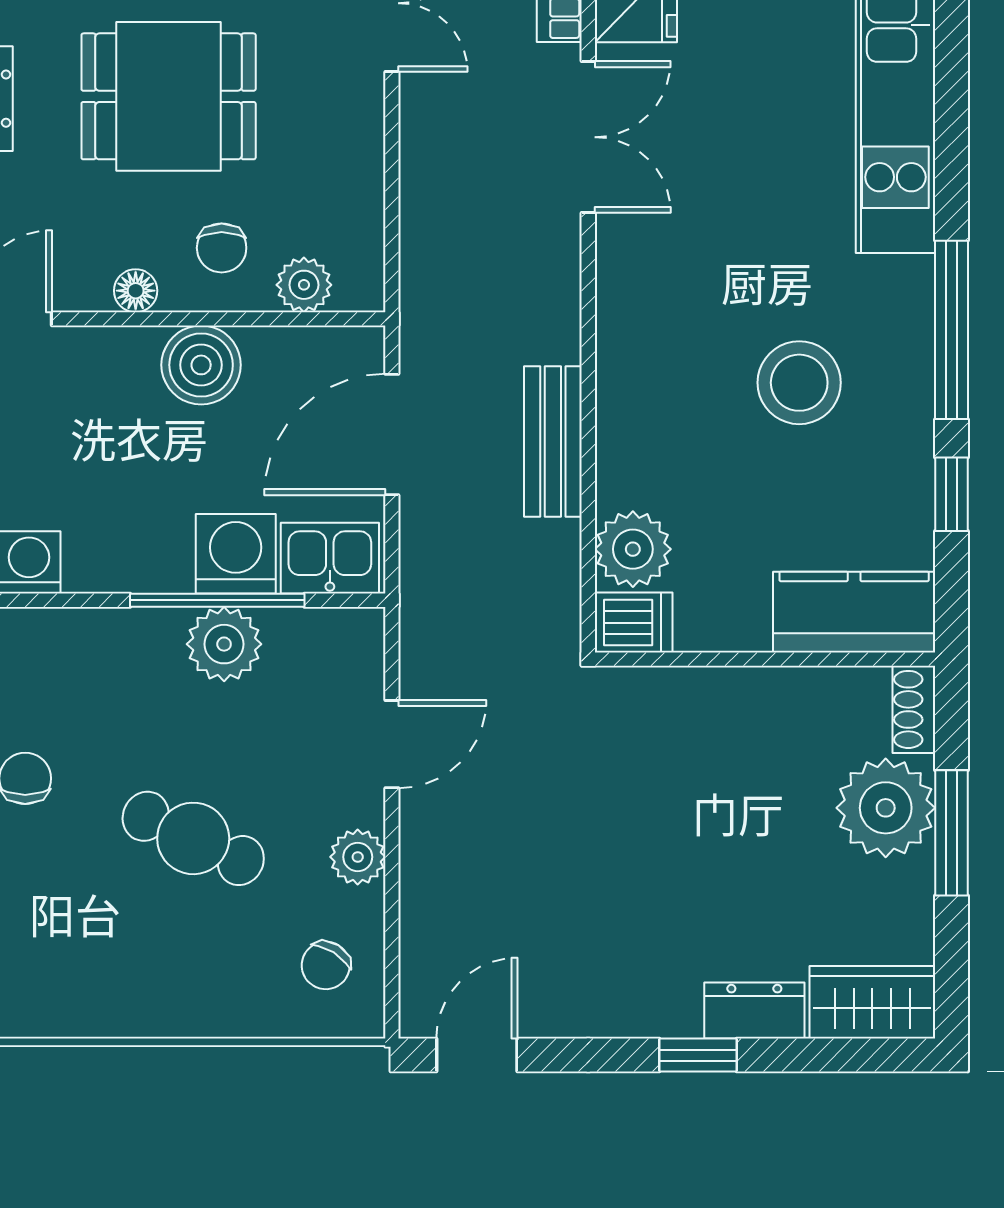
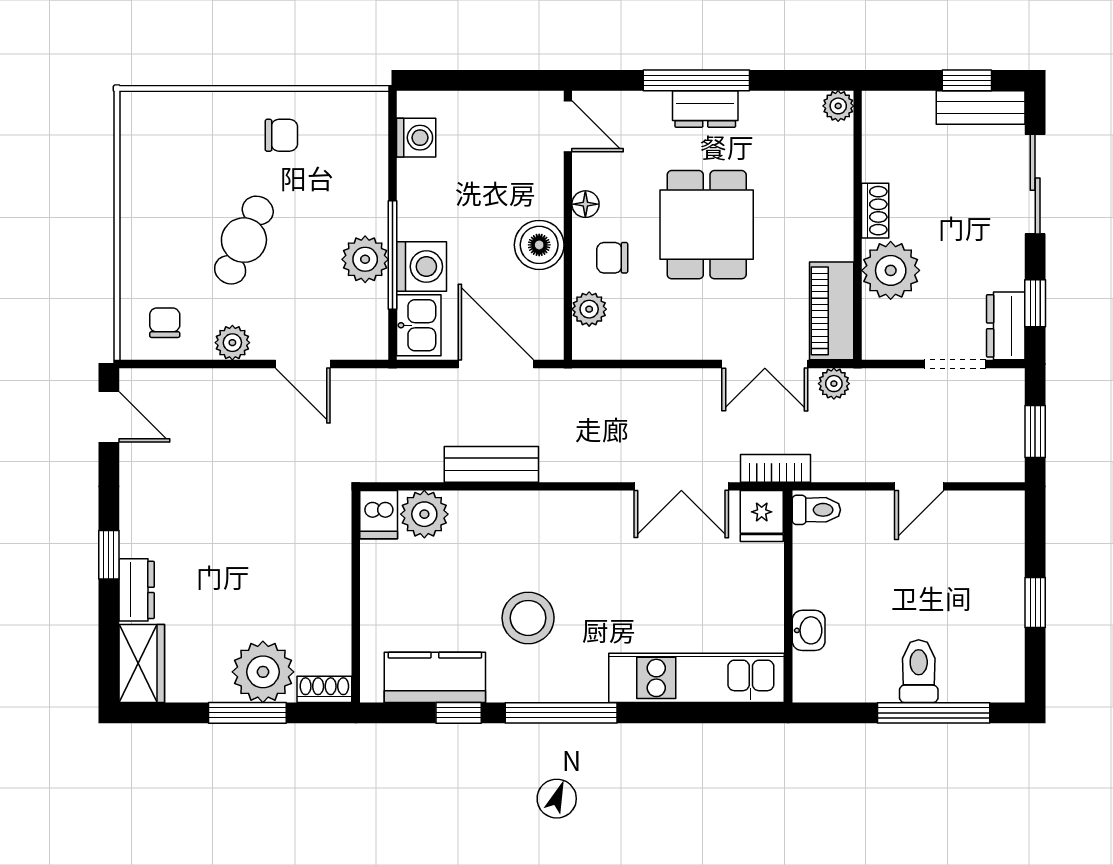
kitchen counter: (854, 612) -> (435, 677), moved, turned -90
chair: (326, 965) -> (165, 323), turned 58

